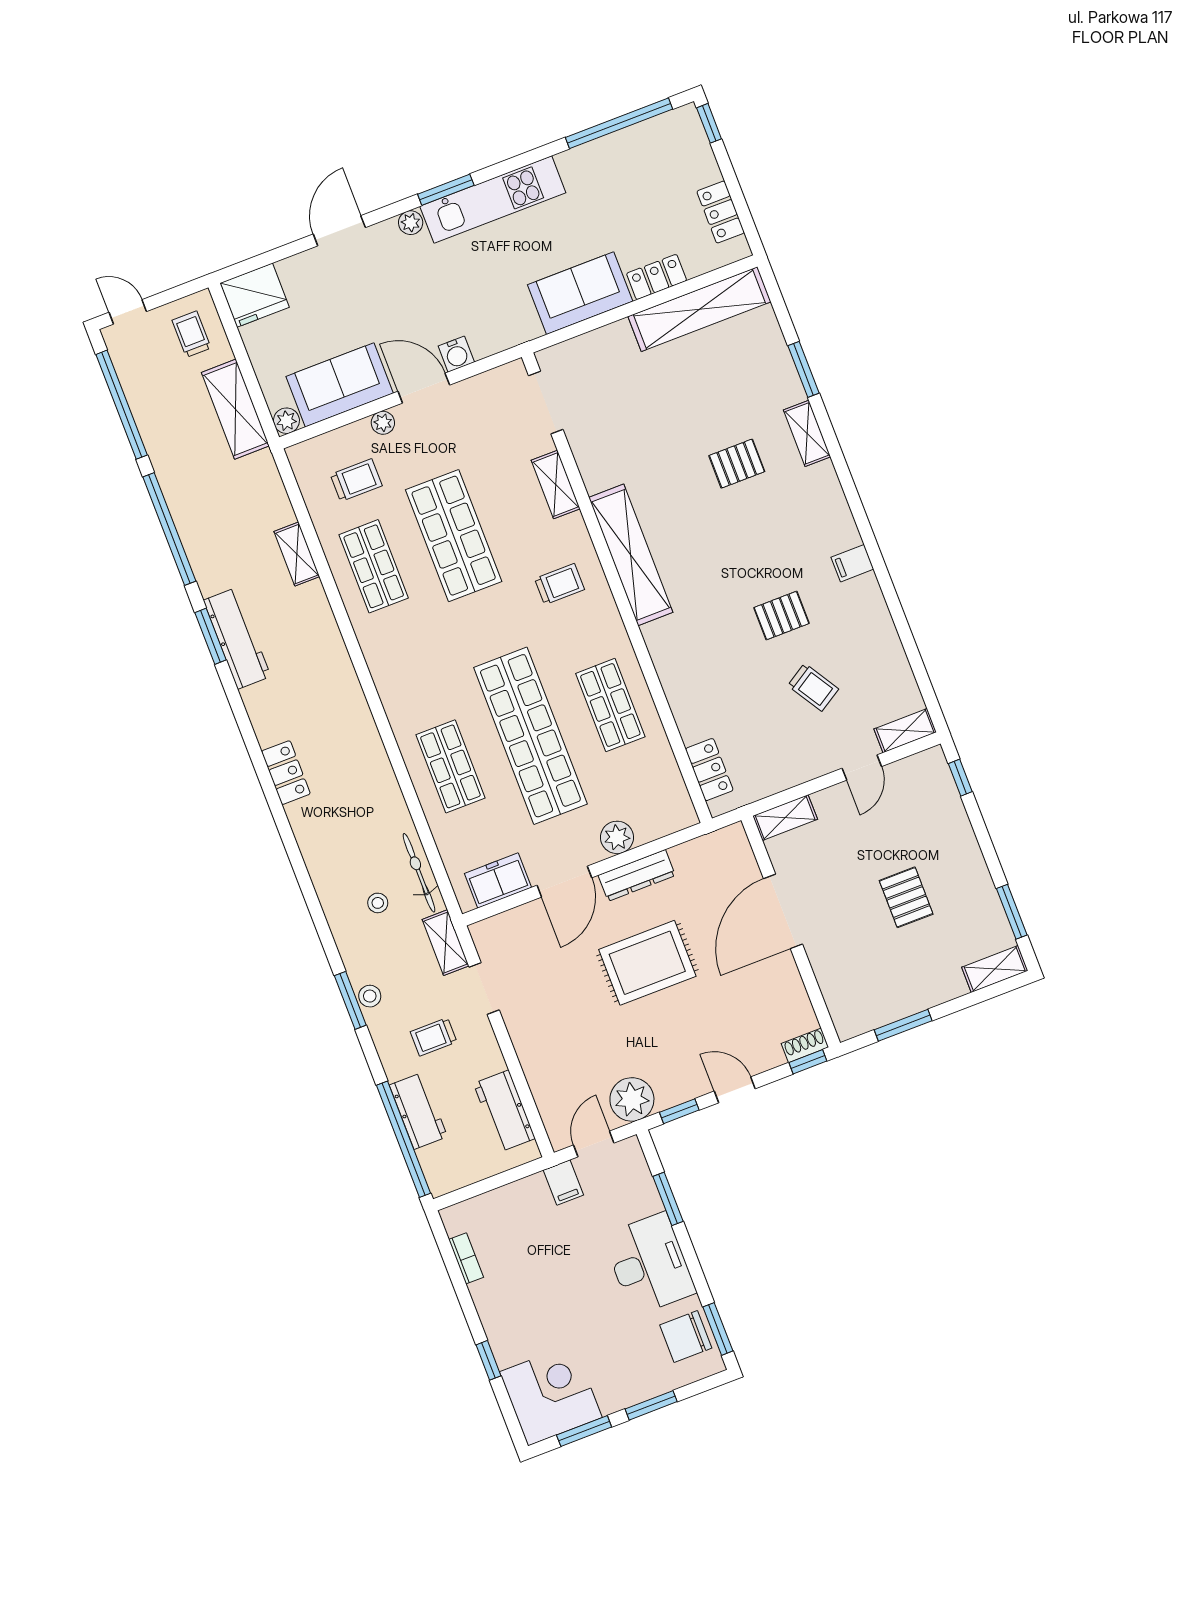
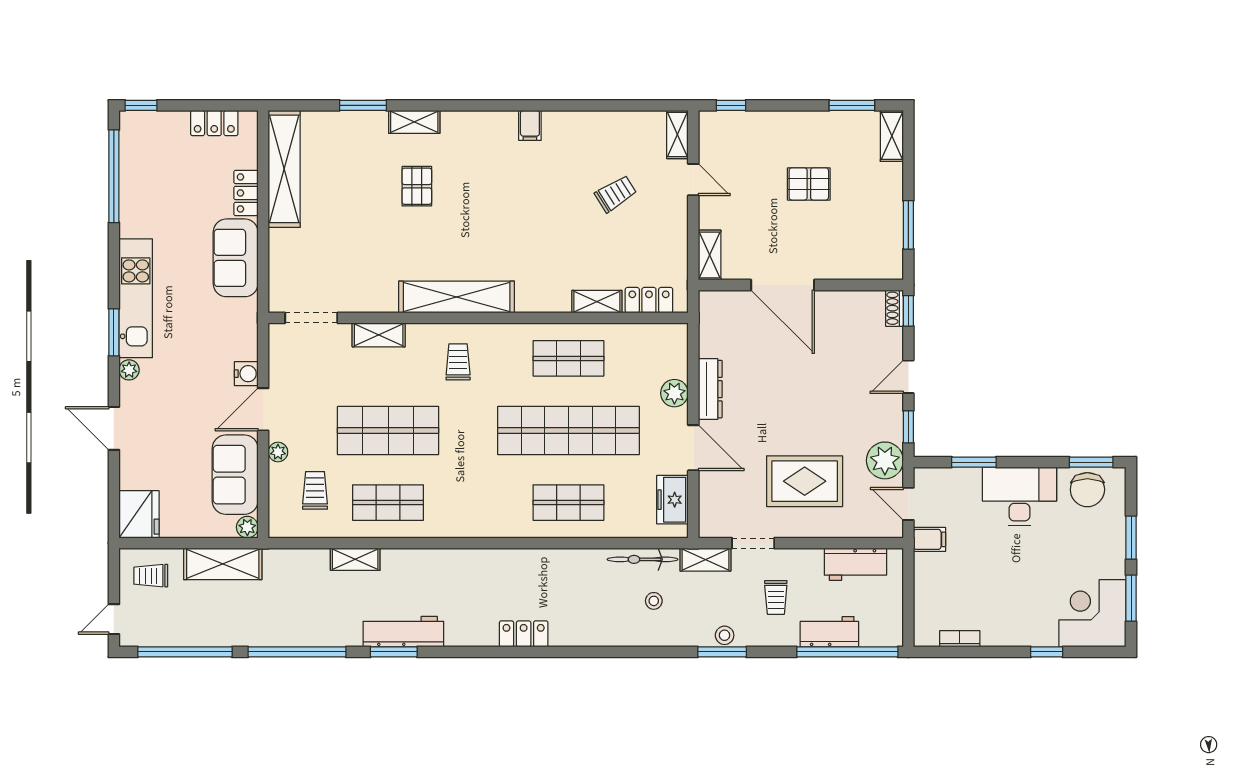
pallet: (781, 615) -> (550, 197), removed
shelving: (686, 712) -> (597, 302), added
rug: (647, 963) -> (805, 481), moved, turned 90

